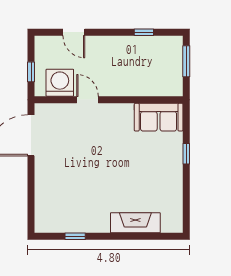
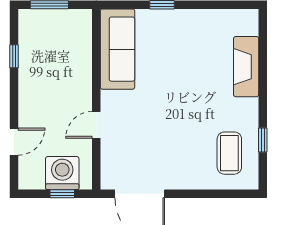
washing machine: (60, 83) -> (62, 173), moved, turned 90
sofa: (159, 117) -> (117, 49), width x1.36
coffee table: (64, 209) -> (229, 153), added

